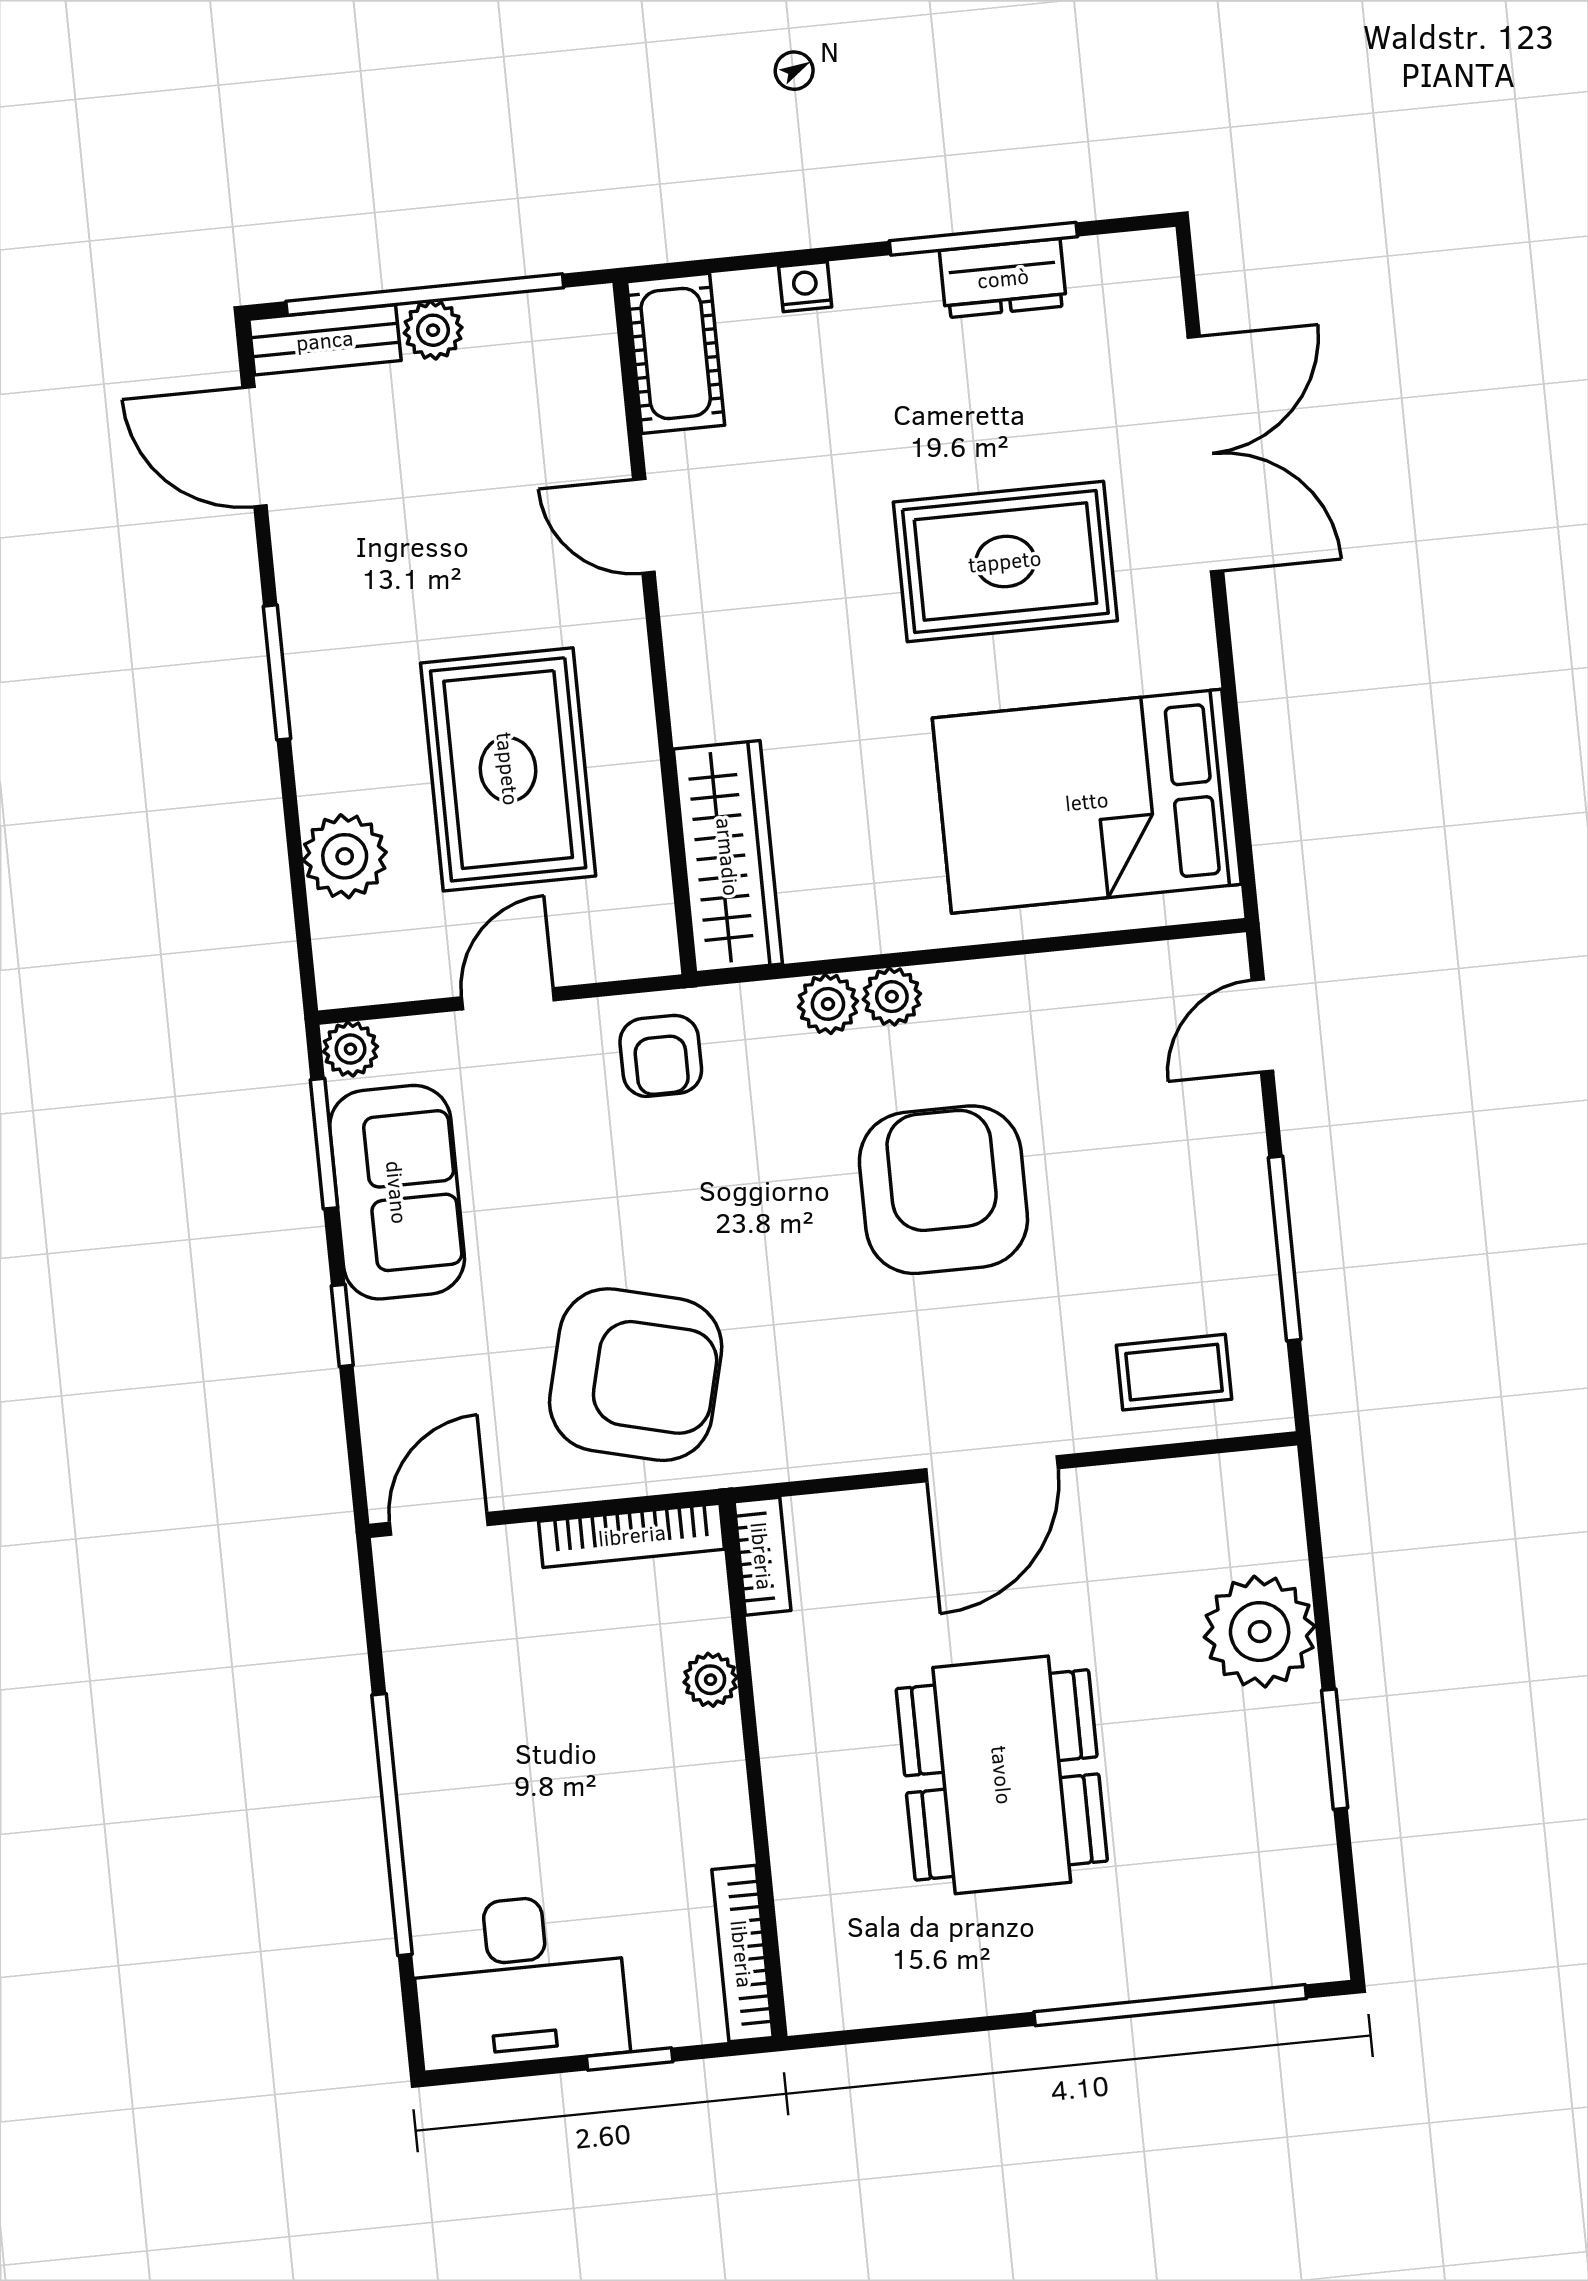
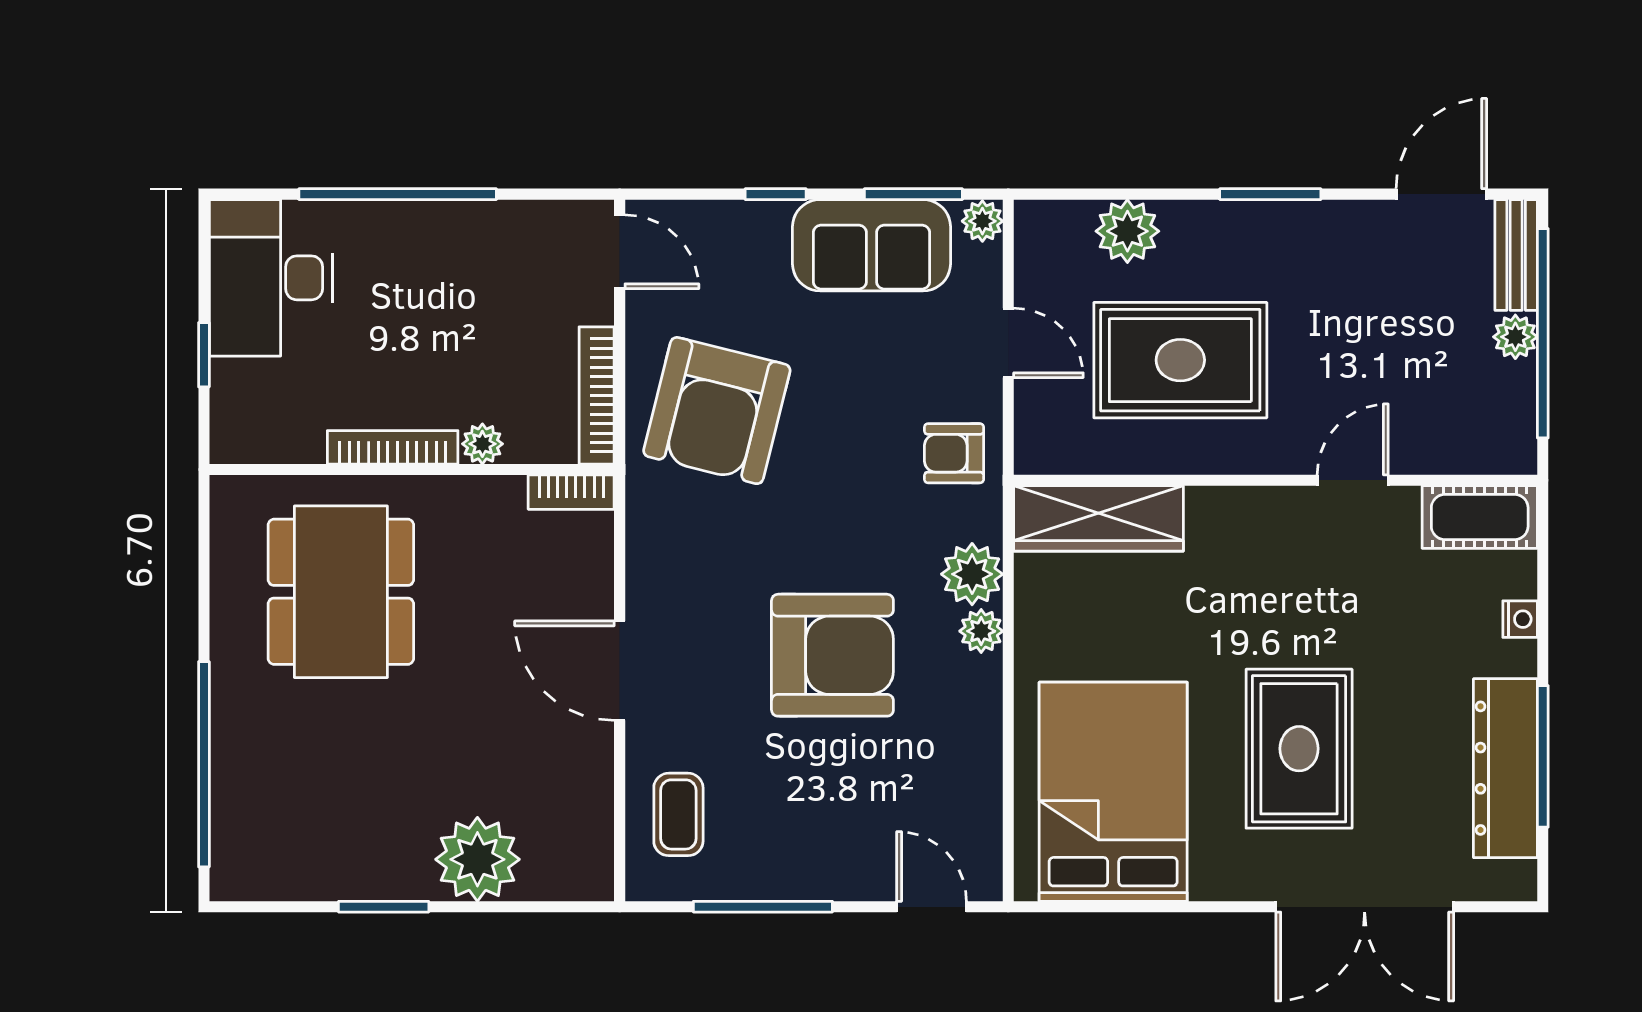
dresser: (1003, 278) -> (1505, 768), width x1.96, depth x1.24
plant: (828, 1004) -> (972, 574), width x1.38, depth x1.38
dining table: (1002, 1775) -> (341, 592), moved, turned 90
bookcase: (742, 1954) -> (393, 447), moved

